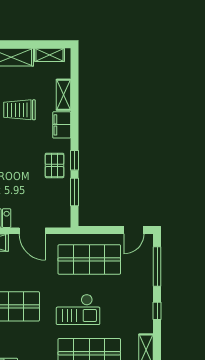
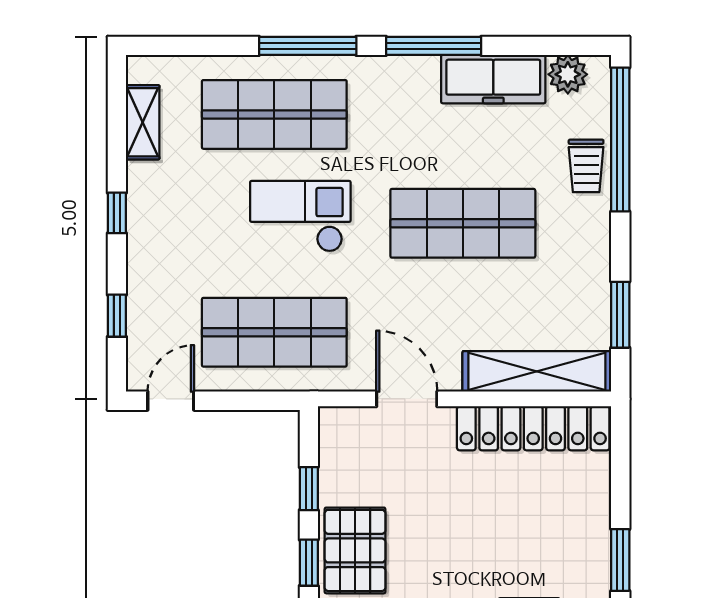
pallet: (55, 165) -> (355, 550), width x1.50, depth x1.42
window: (74, 192) -> (309, 489), width x0.67
window: (157, 267) -> (117, 316), width x0.46

